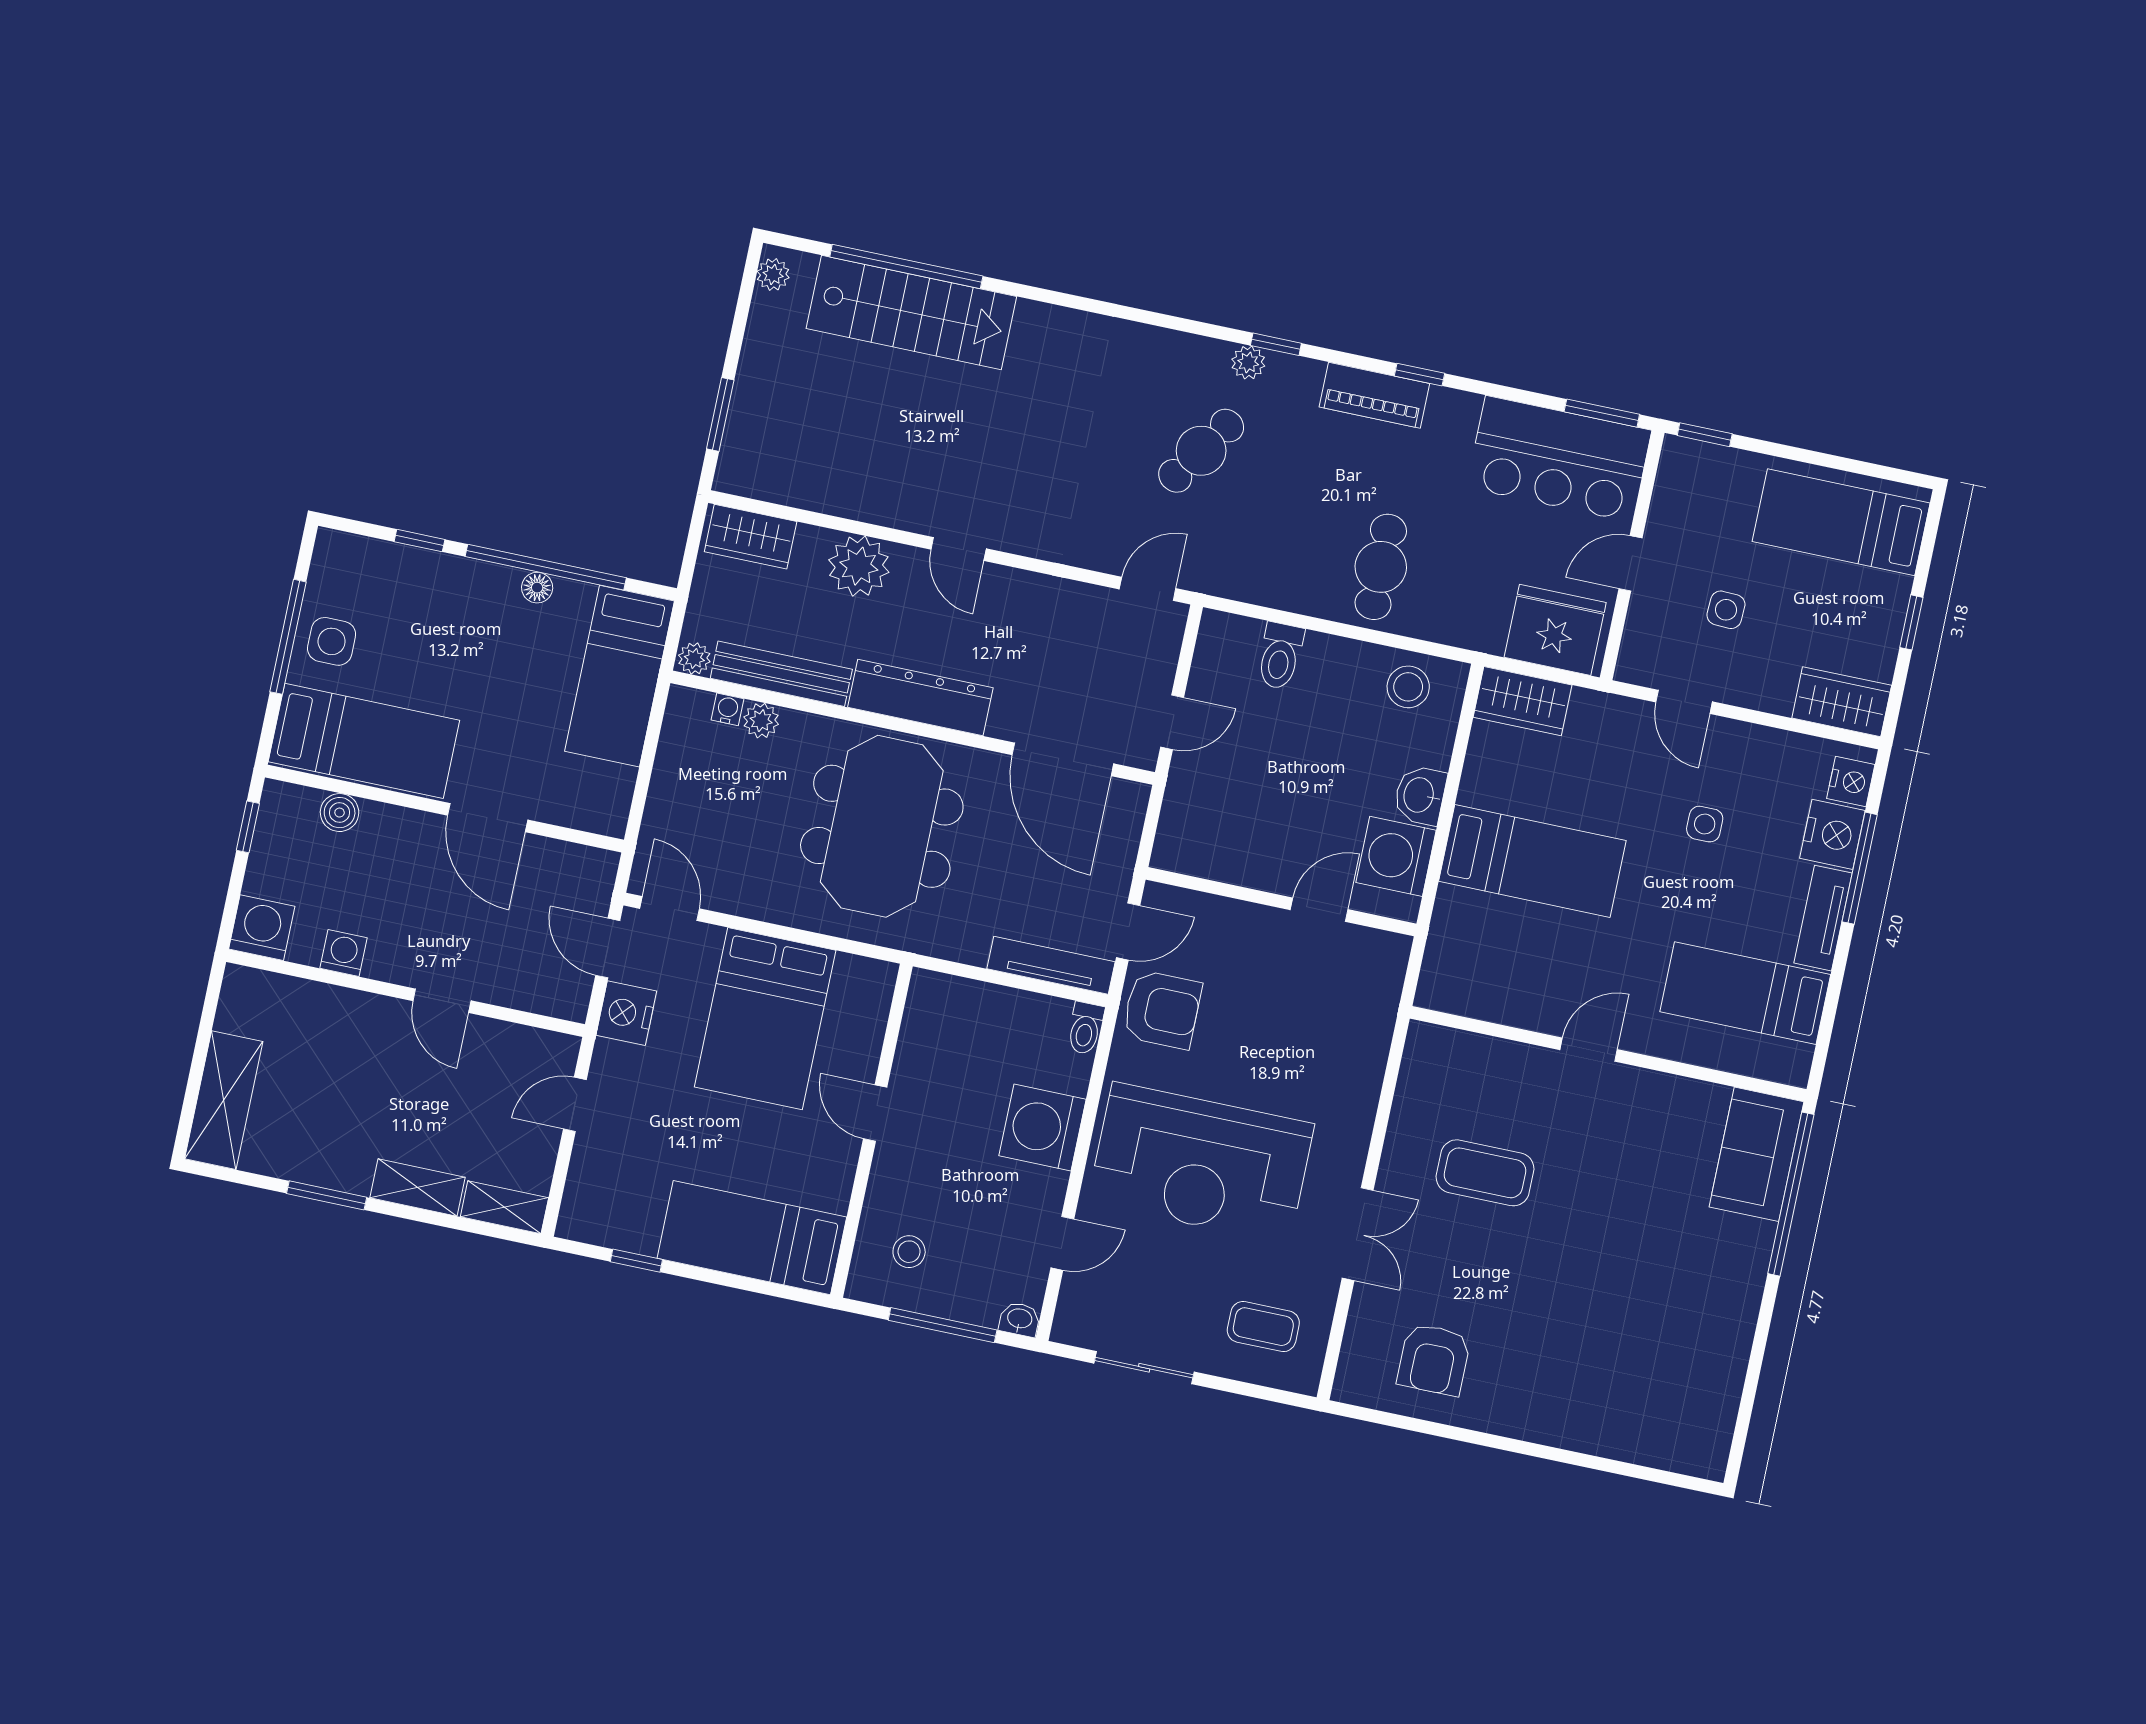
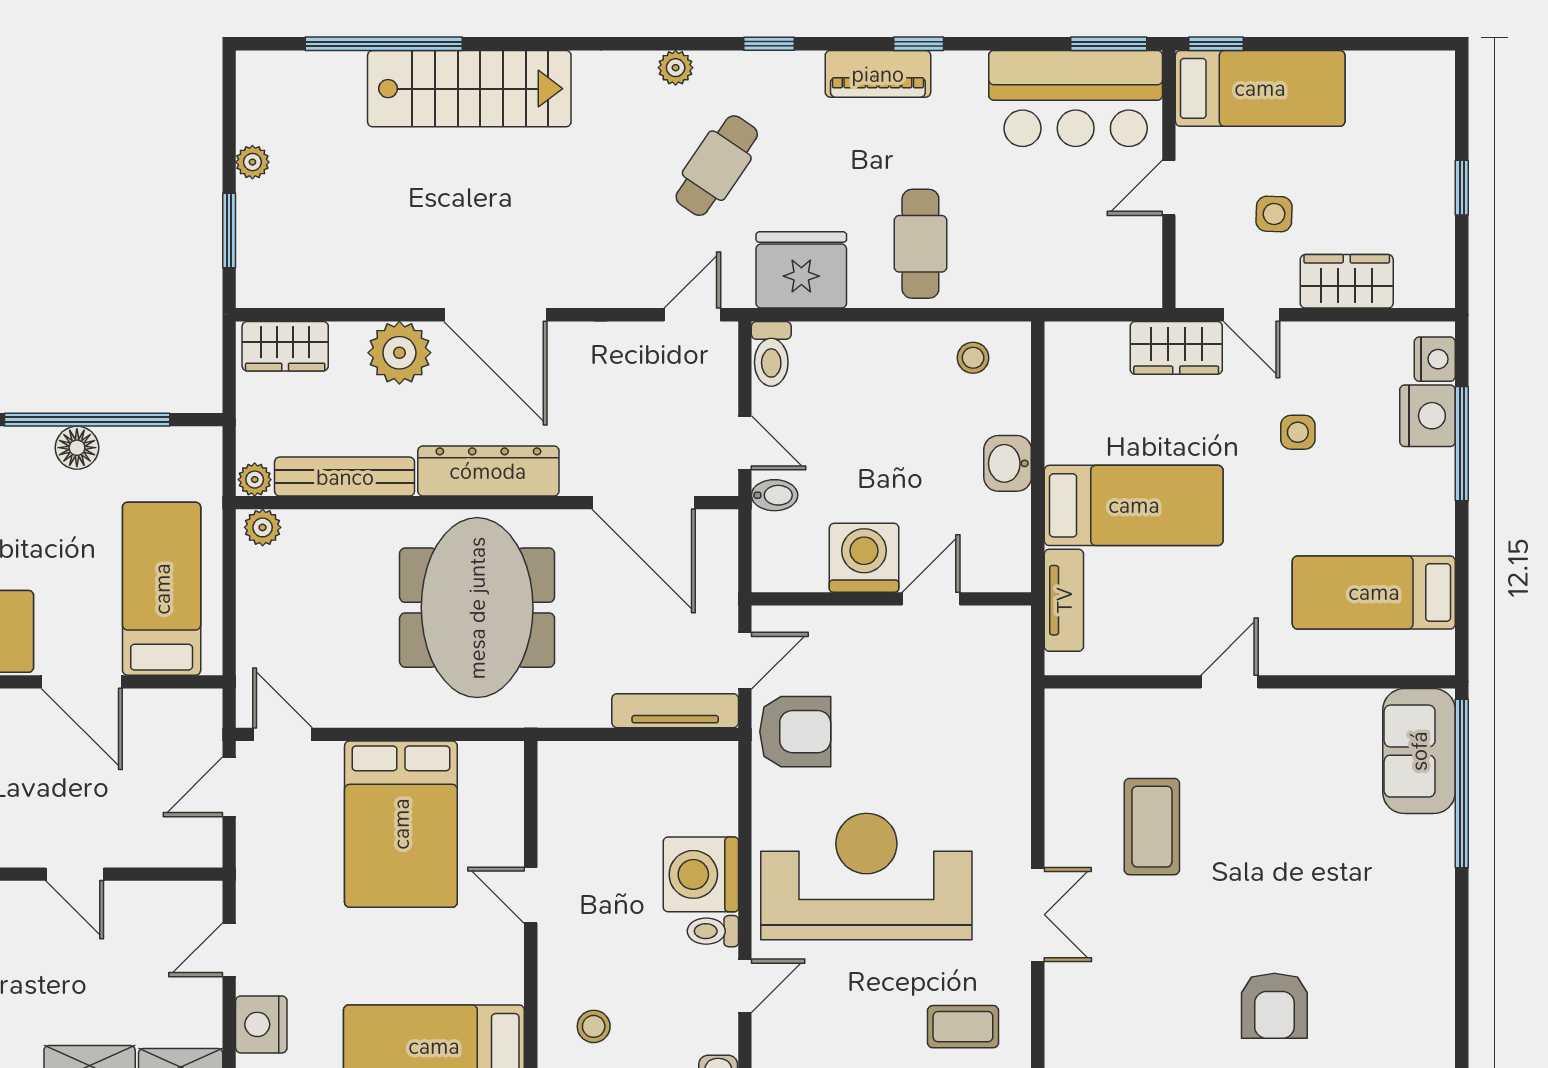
plant: (773, 275) -> (252, 162), moved
stairs: (911, 313) -> (469, 89), moved
plant: (1248, 363) -> (676, 68), moved
bed: (1841, 522) -> (1260, 88), moved, turned 180
door: (959, 549) -> (495, 315), width x1.87
floor lamp: (537, 588) -> (77, 448), width x1.37, depth x1.37
fridge: (1555, 630) -> (801, 270), moved
toilet: (1280, 656) -> (771, 354), moved
bed: (619, 676) -> (162, 589), moved, turned 180
stool: (1408, 687) -> (973, 358), width x0.73, depth x0.73
wardrobe: (1523, 701) -> (1176, 348), moved
wardrobe: (1842, 702) -> (1347, 281), moved
water cooler: (728, 709) -> (298, 523), removed
plant: (761, 721) -> (263, 527), moved
door: (1172, 722) -> (745, 443), hinge flipped
bidet: (1190, 779) -> (775, 495), added
washing machine: (1396, 856) -> (864, 558), moved, turned 90
tv unit: (1823, 918) -> (1064, 600), moved, turned 180
door: (608, 948) -> (229, 787), hinge flipped
nightstand: (626, 1013) -> (261, 1024), moved
toilet: (1085, 1028) -> (713, 931), moved, turned 90
reception desk: (1201, 1163) -> (866, 876), turned 180
coffee table: (1485, 1173) -> (1152, 827), turned 90
armchair: (1434, 1359) -> (1274, 1006), moved

